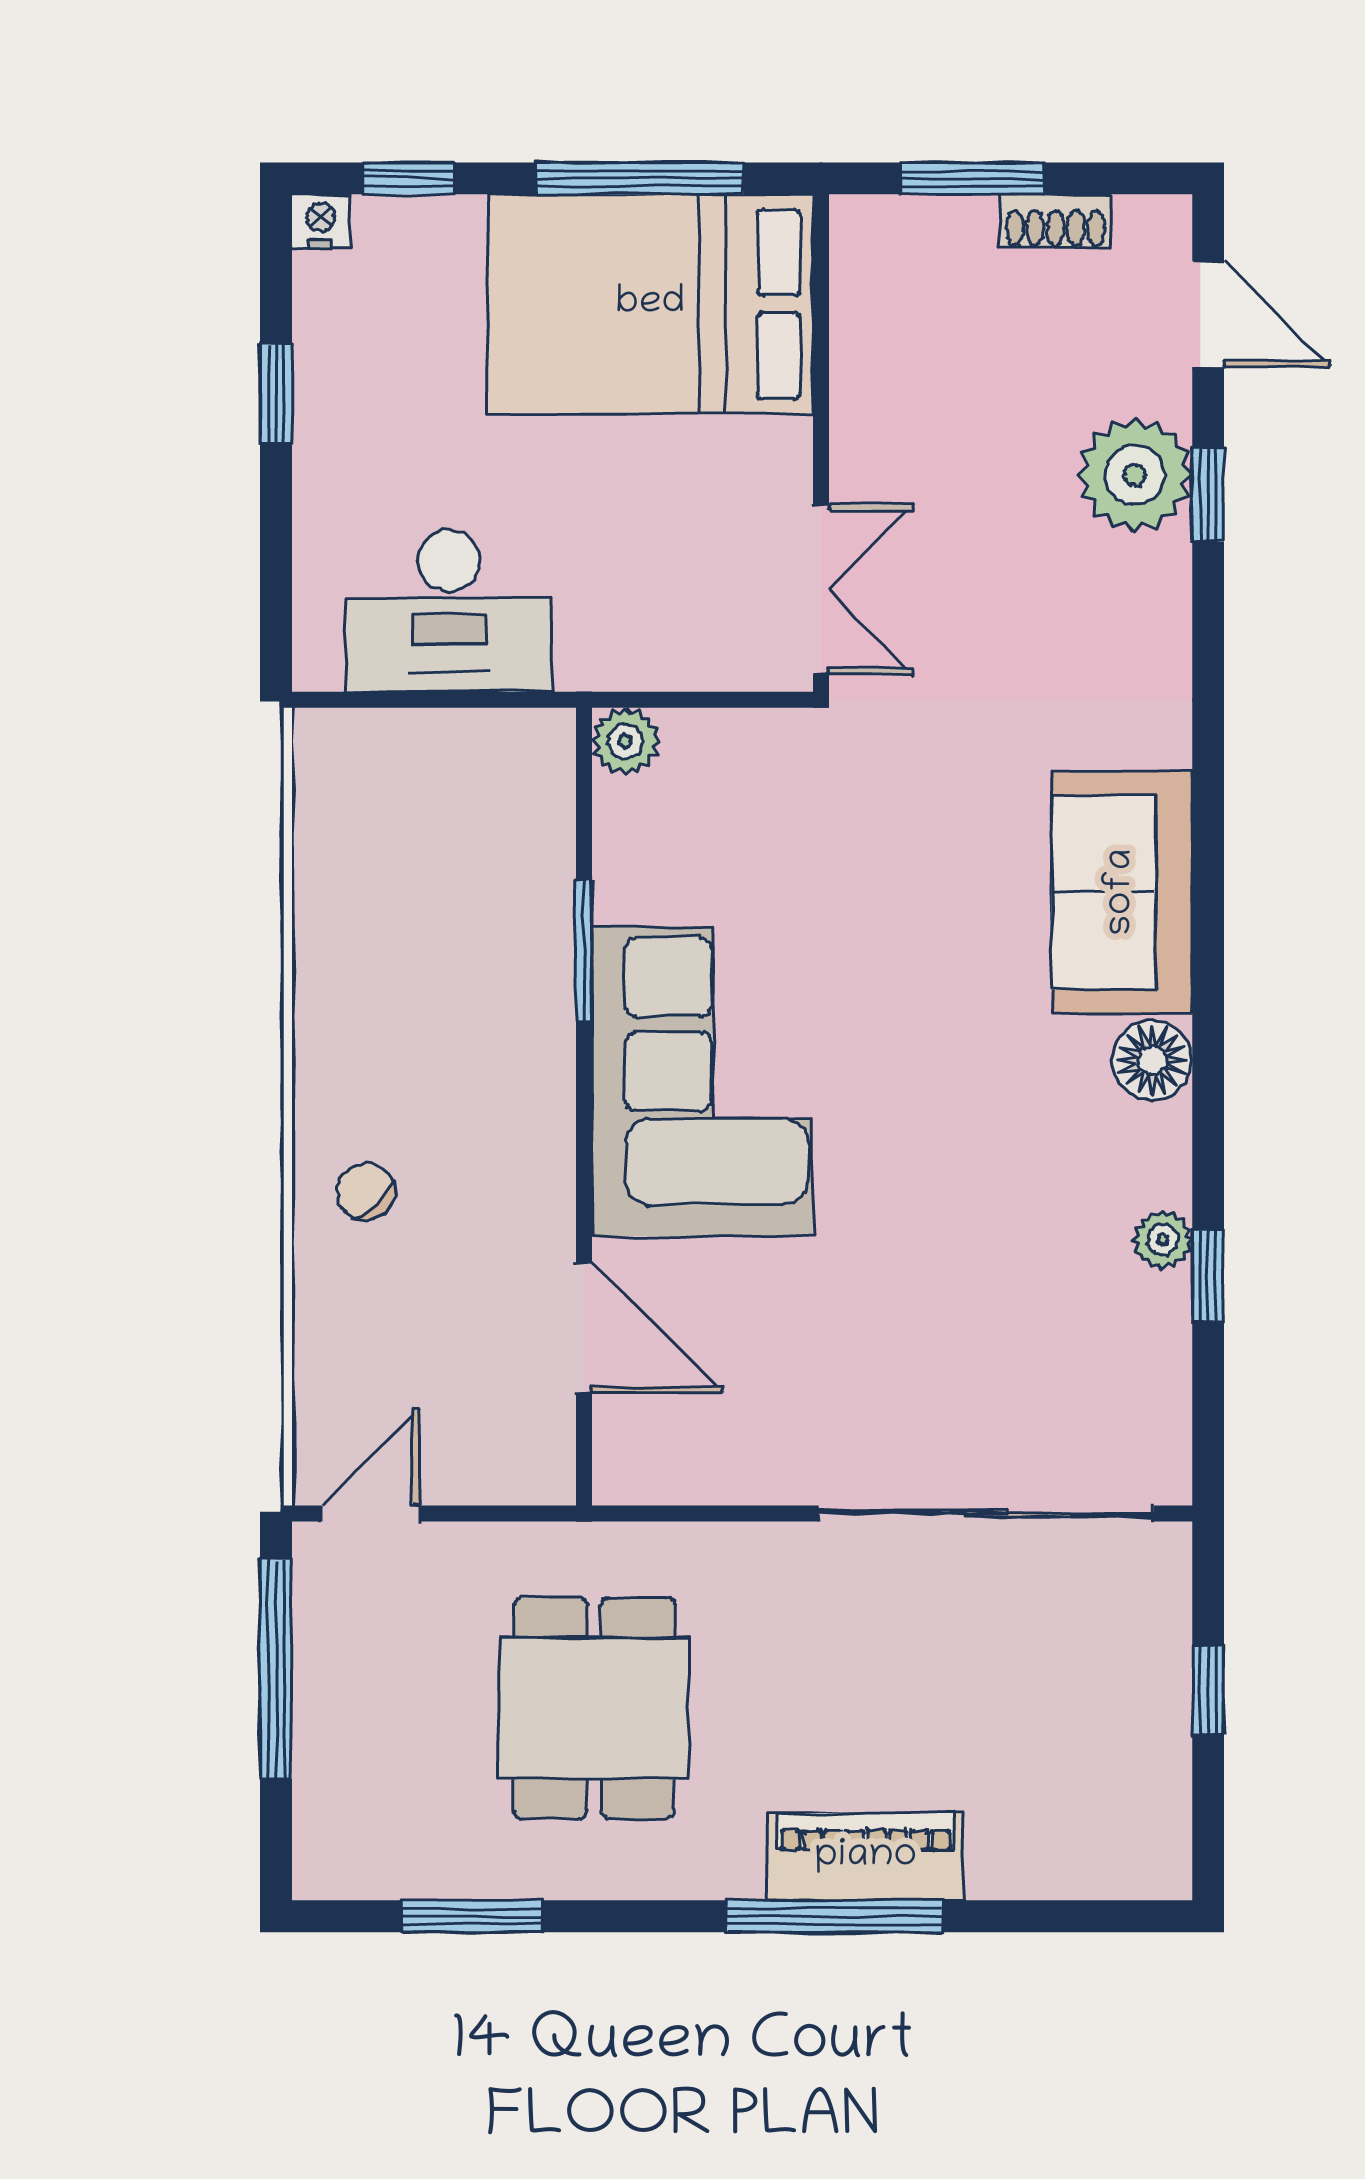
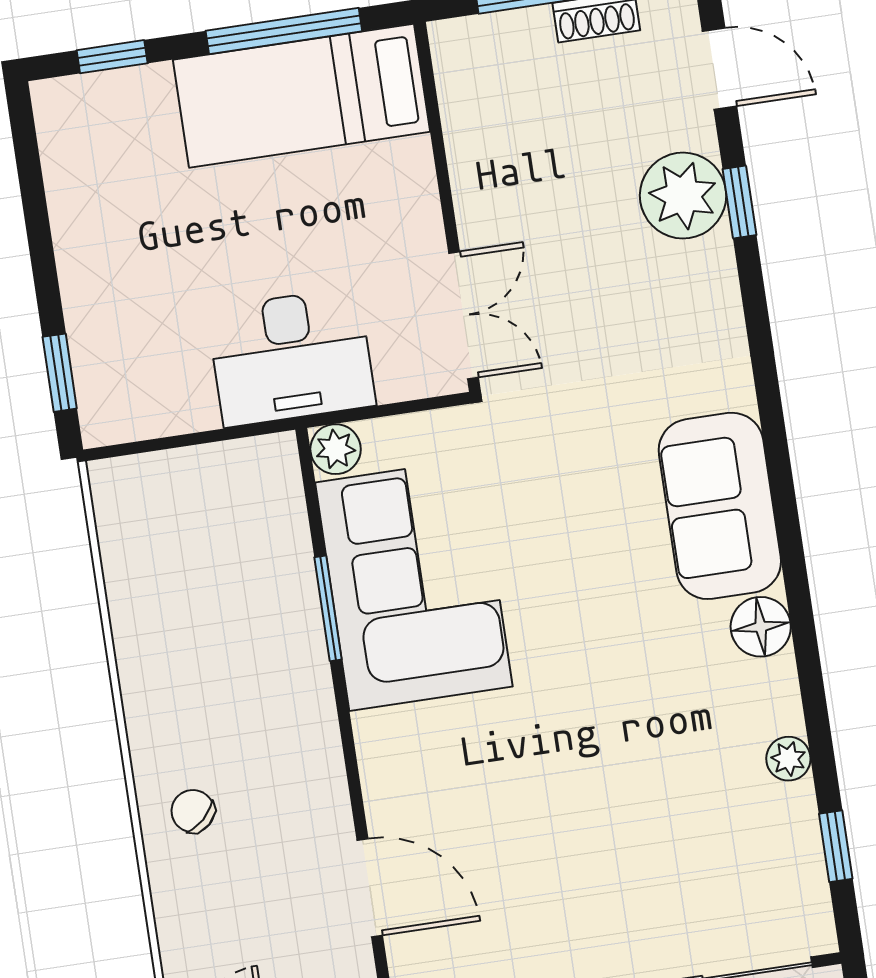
nightstand: (320, 221) -> (52, 98), removed
bed: (650, 304) -> (302, 96), width x0.67
window: (276, 394) -> (60, 373), moved
desk: (449, 611) -> (291, 357), moved
corner sofa: (702, 1081) -> (414, 584), moved
window: (1208, 1276) -> (836, 846), moved

